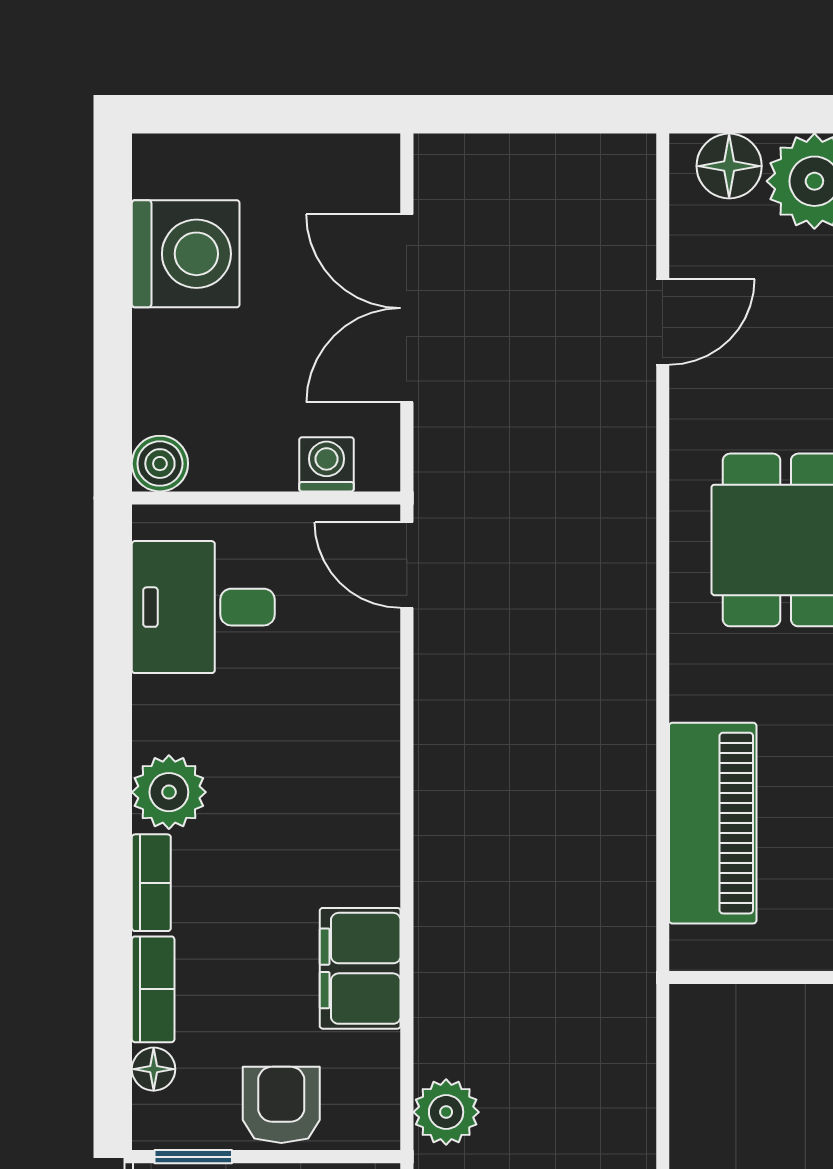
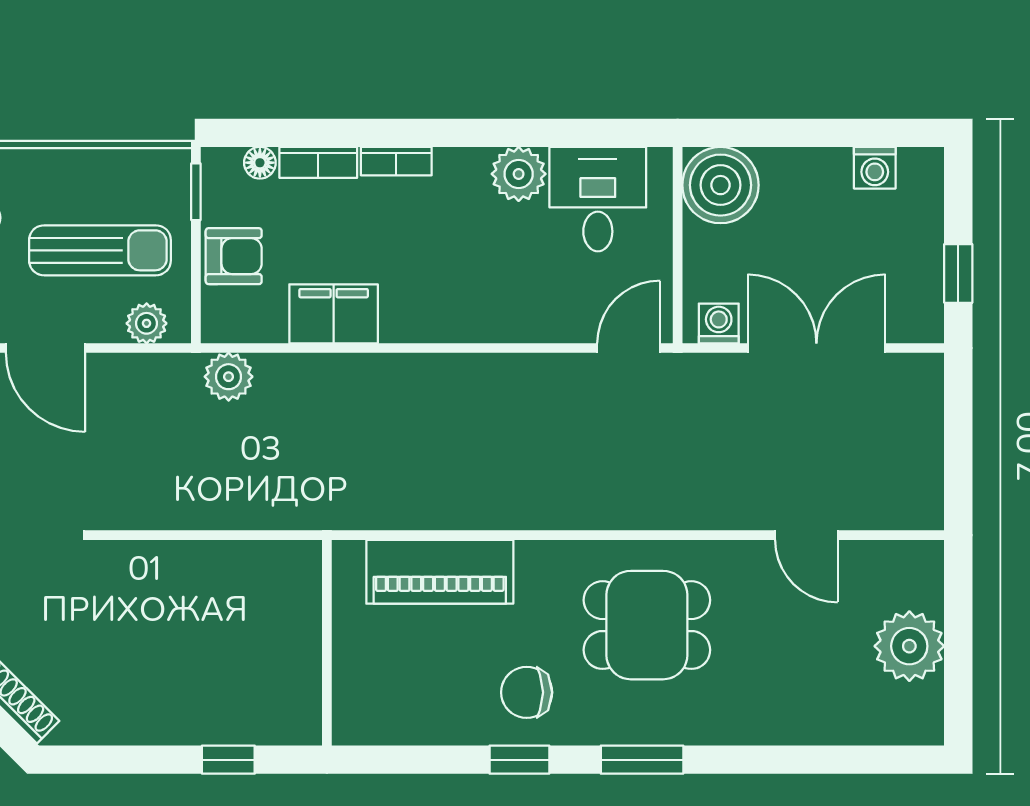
window: (305, 114) -> (958, 273), added
floor lamp: (729, 166) -> (920, 584), removed
washing machine: (186, 254) -> (875, 168), width x0.53, depth x0.53
boiler: (160, 464) -> (720, 185), width x1.86, depth x1.86
washing machine: (327, 464) -> (719, 323), moved, turned -90
plant: (169, 792) -> (519, 174), moved

